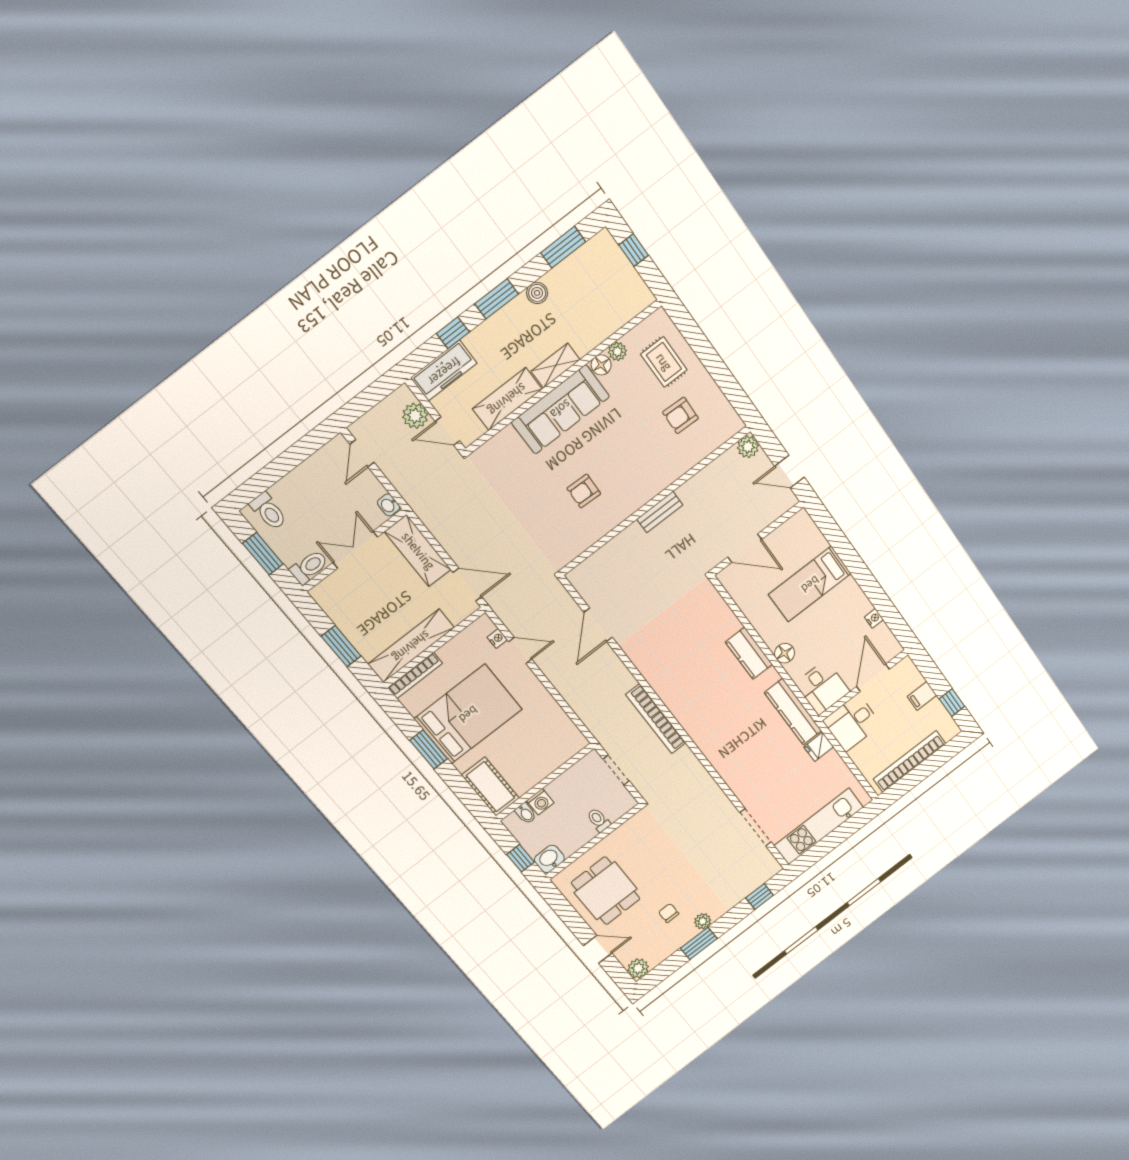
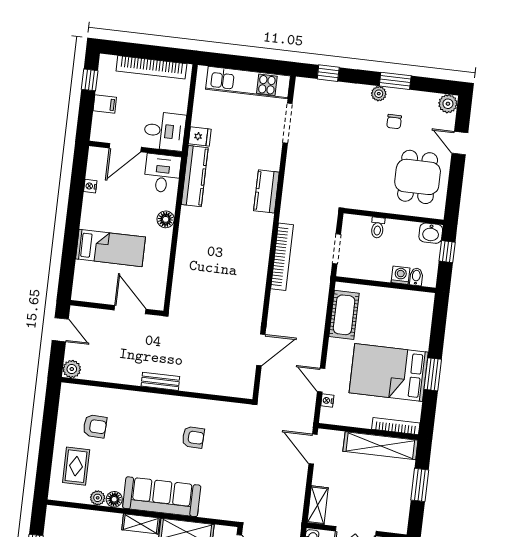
shelving: (418, 551) -> (318, 505), width x0.67, depth x0.75
kitchen counter: (749, 653) -> (266, 191), moved, turned 180
cot: (490, 787) -> (344, 315), moved

